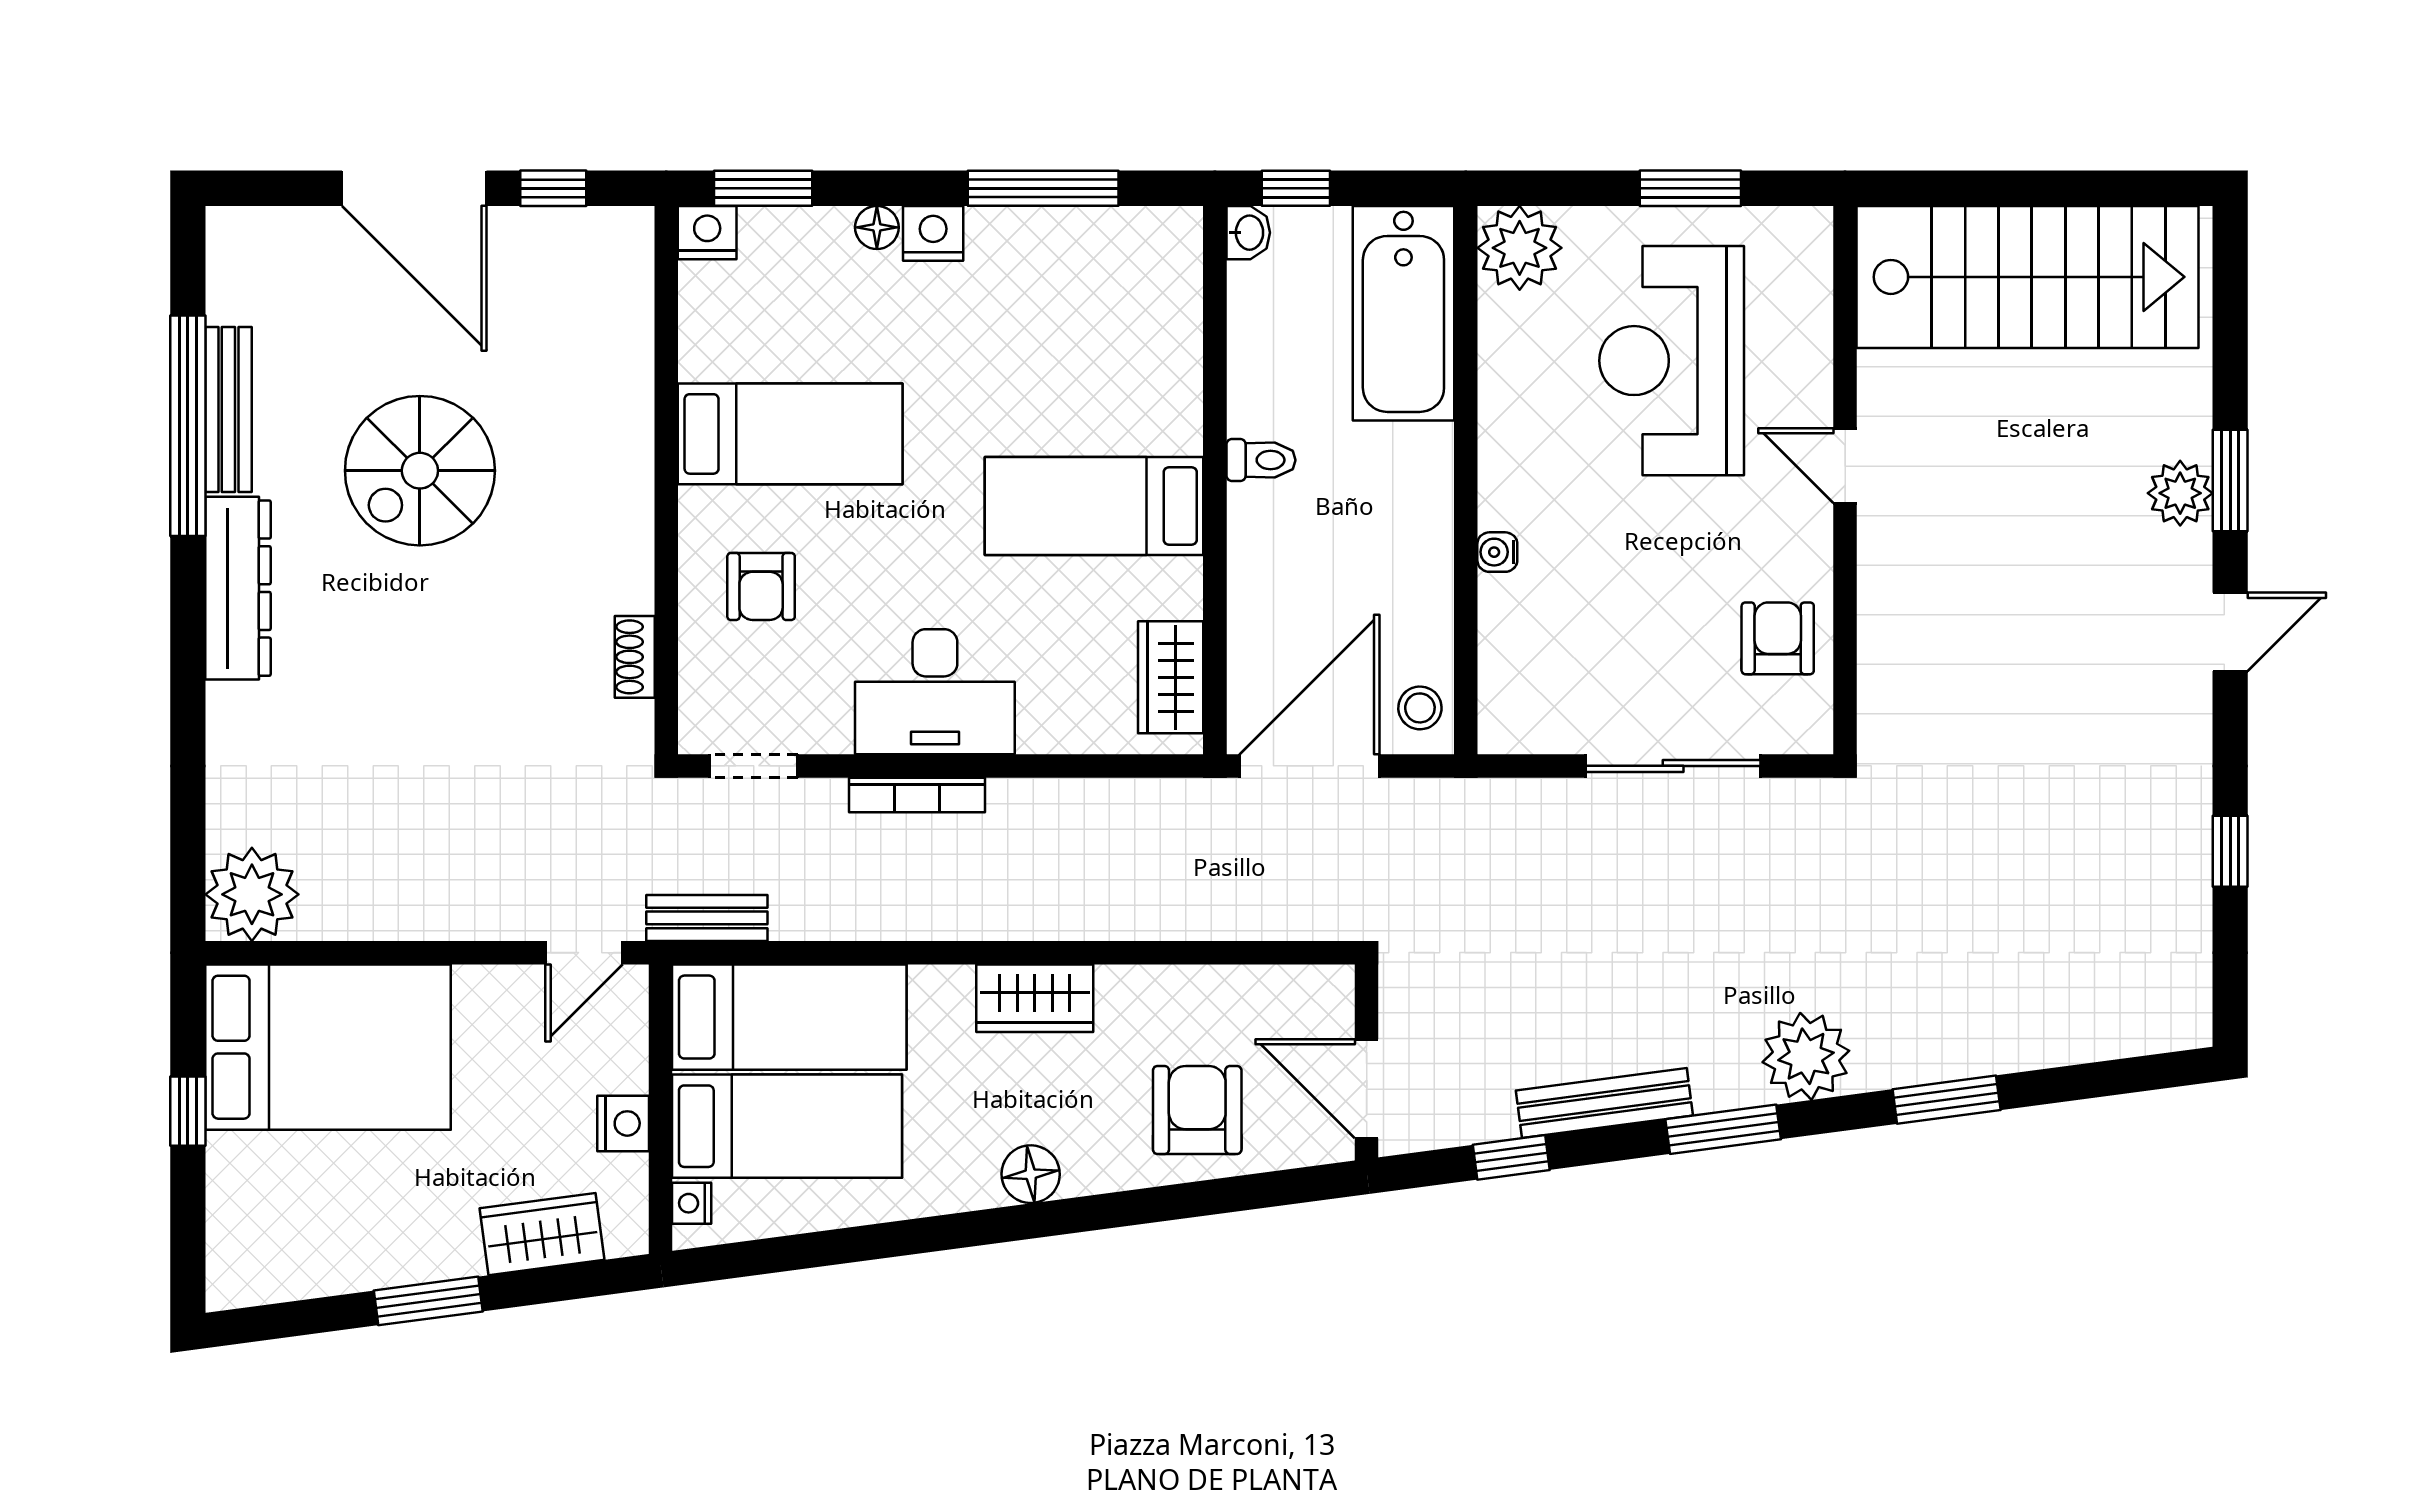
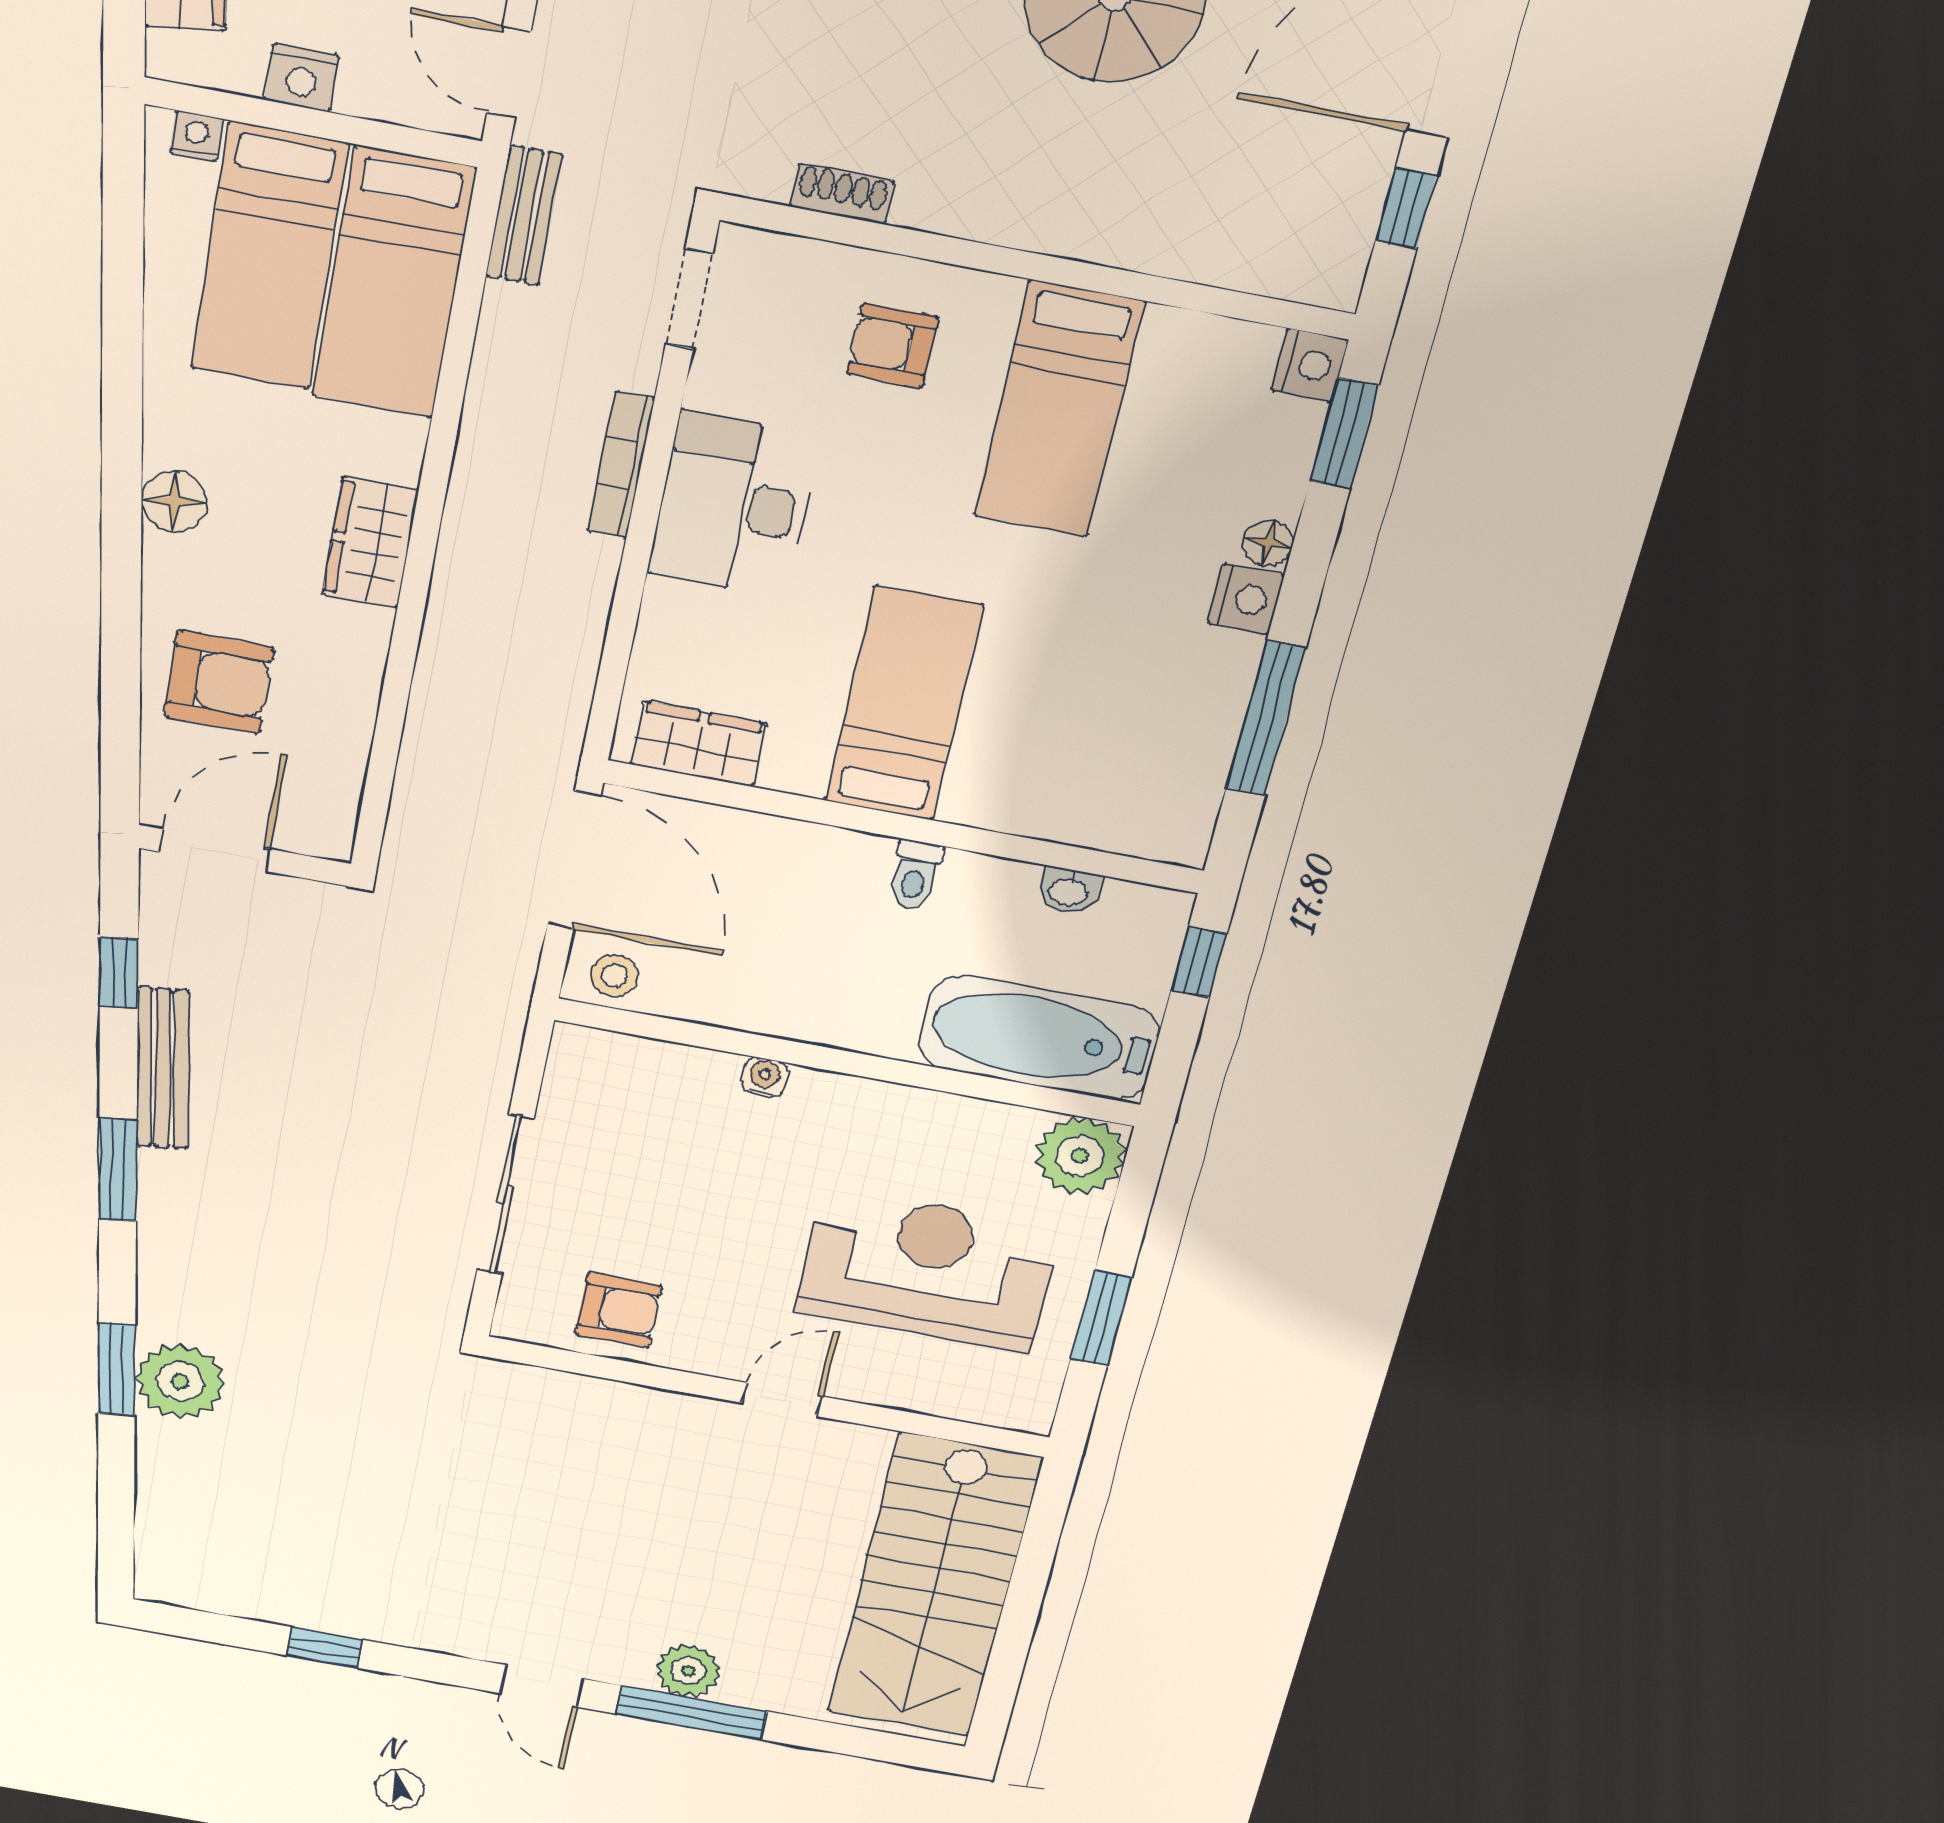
washbasin: (1248, 233) -> (1069, 891), moved
window: (2230, 481) -> (691, 1713), width x1.44
plant: (1806, 1056) -> (180, 1381), moved

